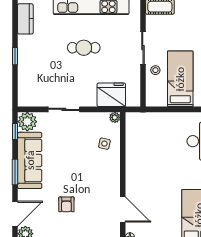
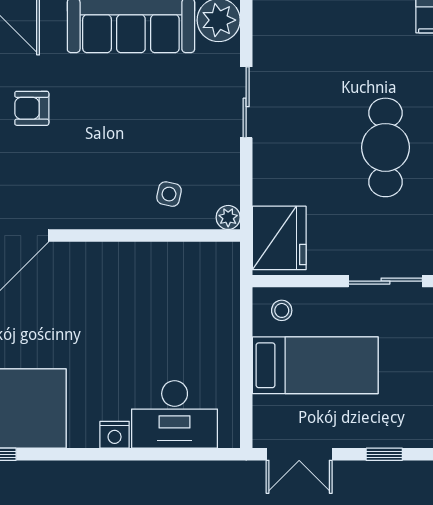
cafe table: (84, 48) -> (385, 147), width x1.37, depth x1.35
stool: (155, 70) -> (282, 310), moved
fridge: (111, 95) -> (279, 238), moved

